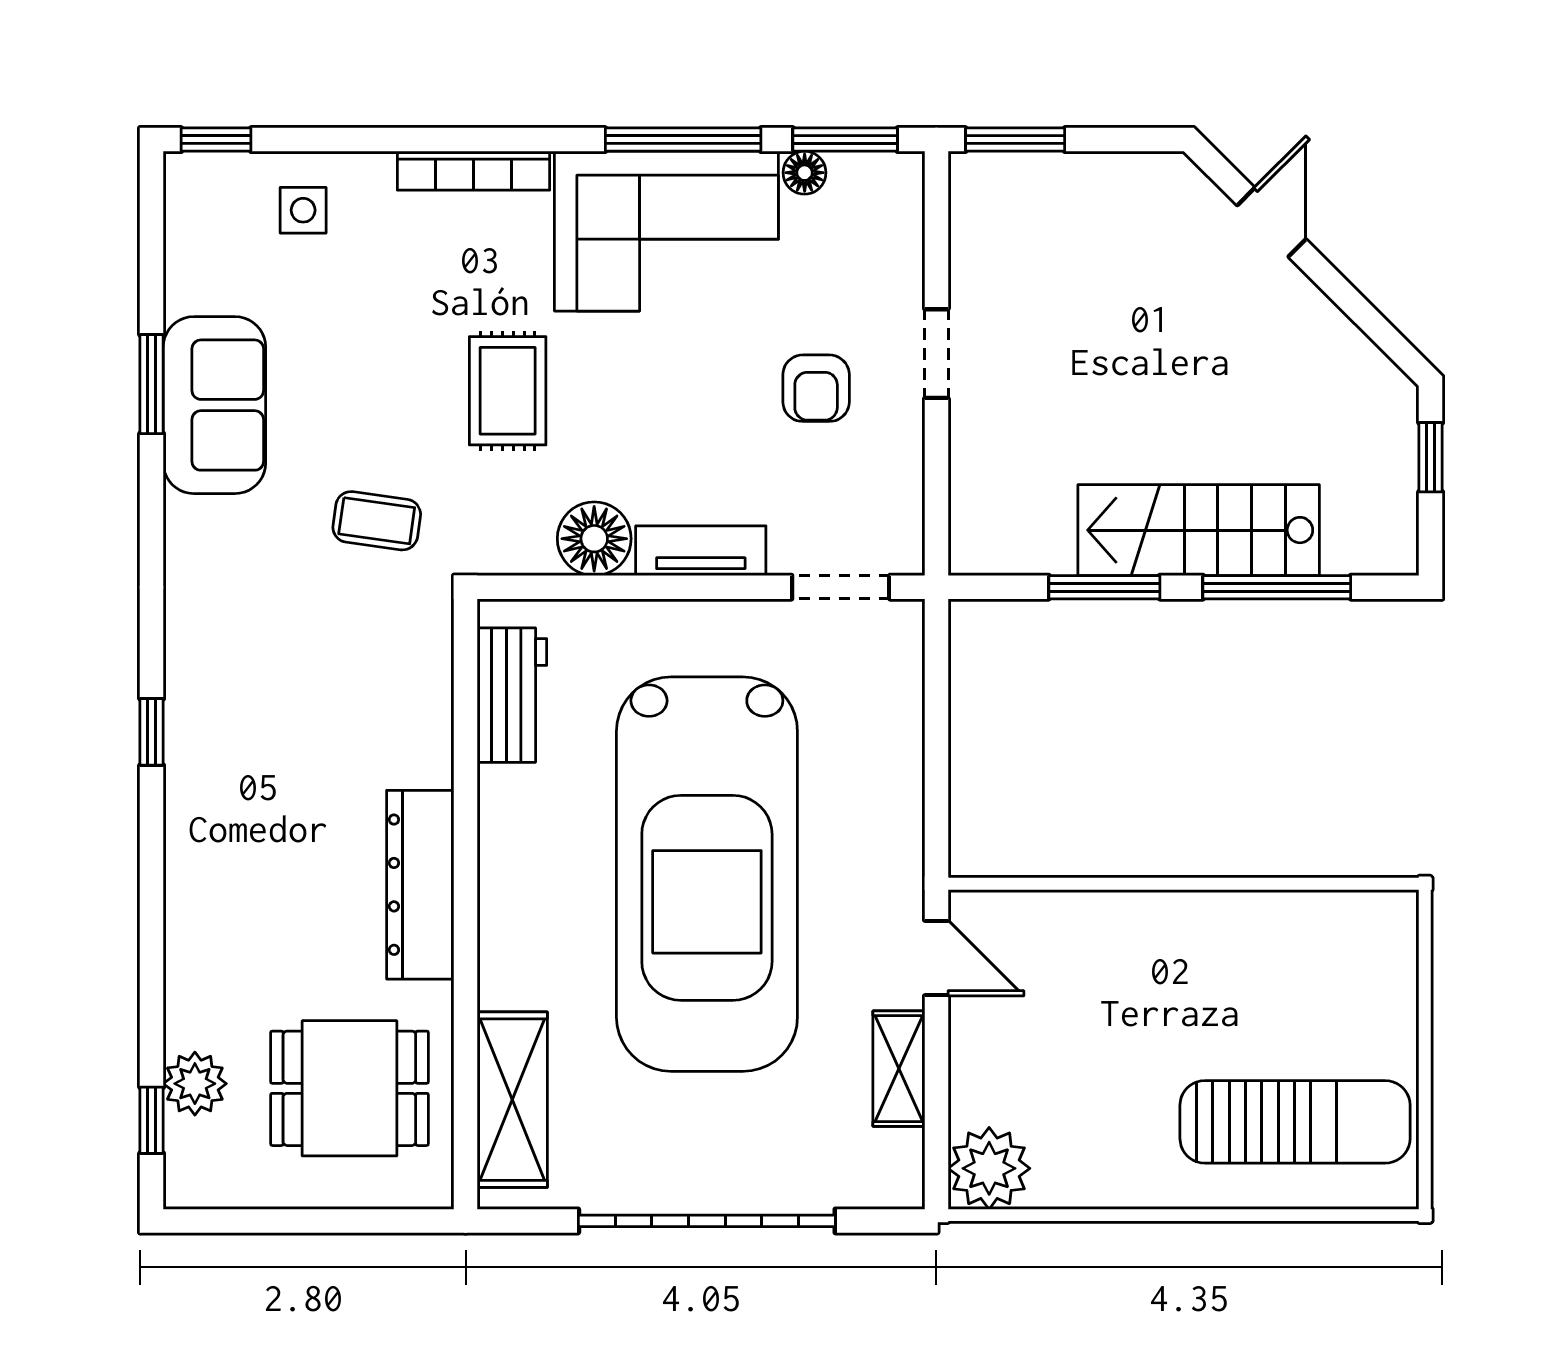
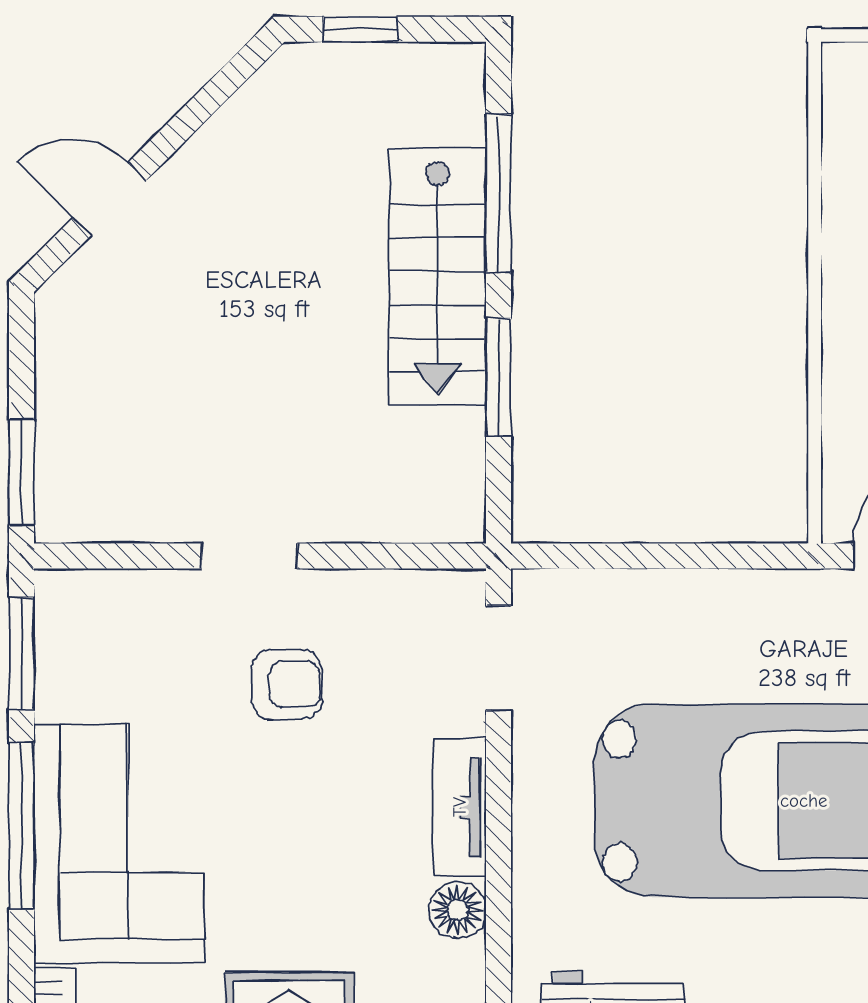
floor lamp: (805, 173) -> (57, 697), removed
floor lamp: (594, 539) -> (458, 910), width x0.73, depth x0.73

